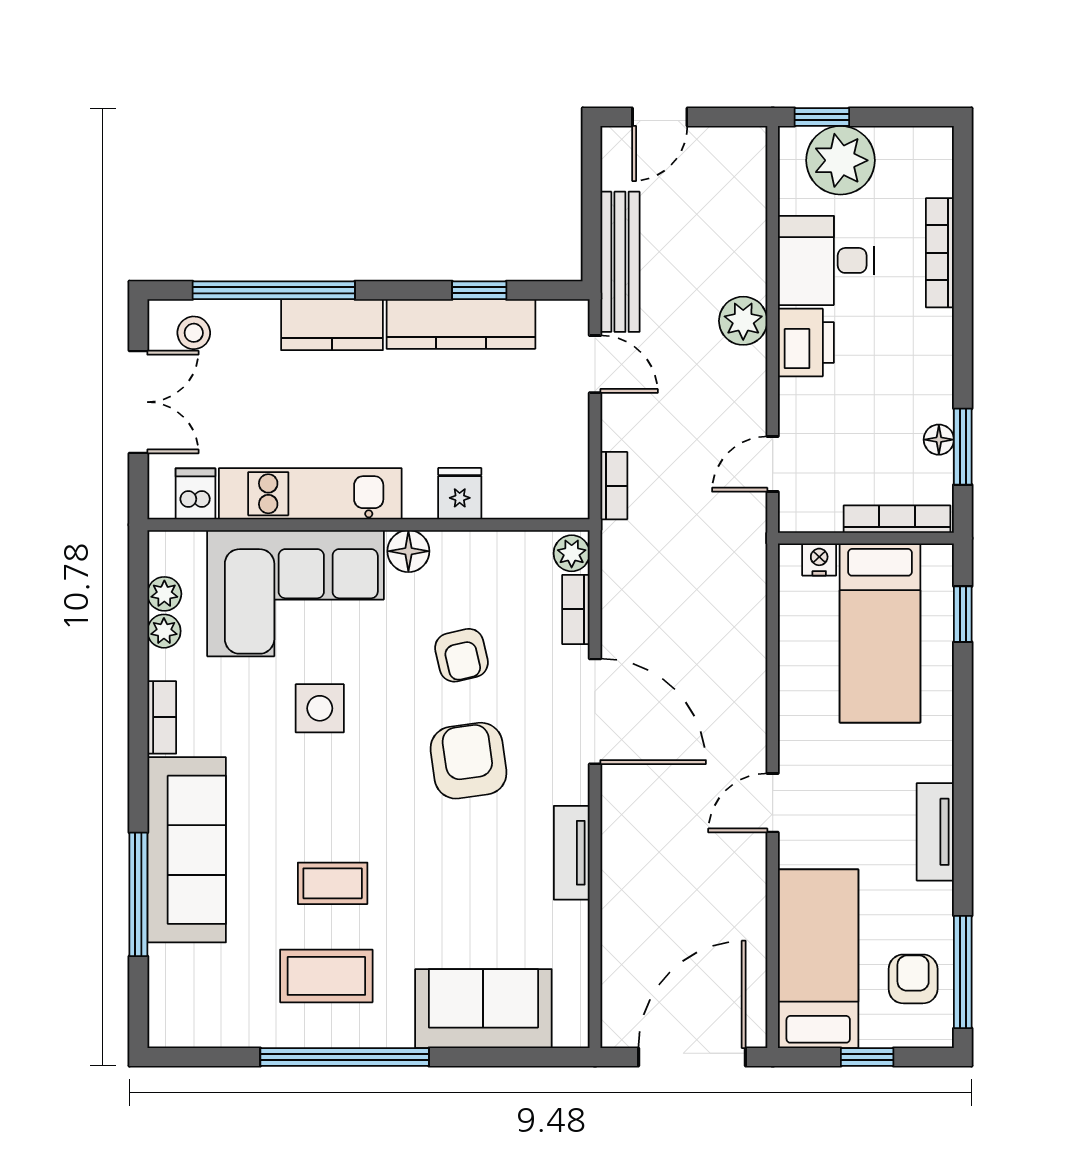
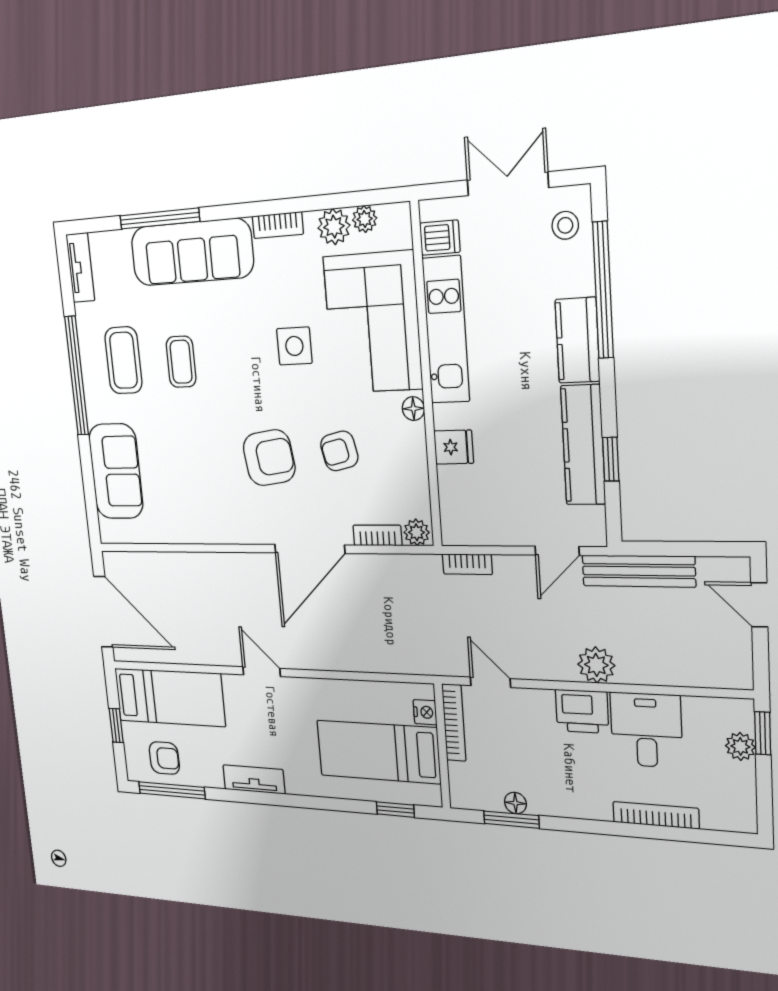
plant: (840, 160) -> (740, 746), width x0.53, depth x0.53
double door: (138, 402) -> (508, 184), swing flipped
bookcase: (897, 519) -> (454, 723), moved
floor lamp: (408, 551) -> (413, 409), width x0.73, depth x0.73
plant: (164, 631) -> (334, 227), width x1.38, depth x1.38
tv unit: (572, 853) -> (80, 268), moved, turned 90

